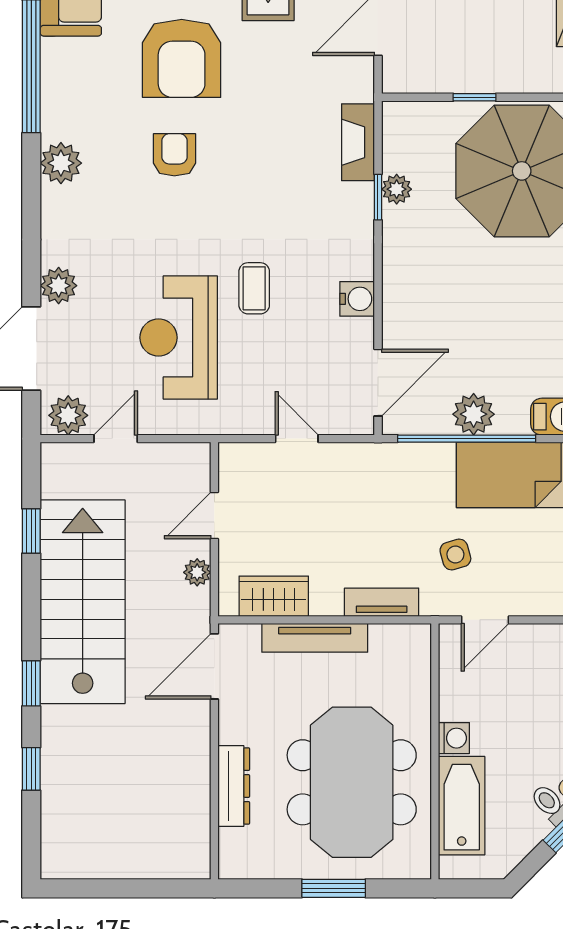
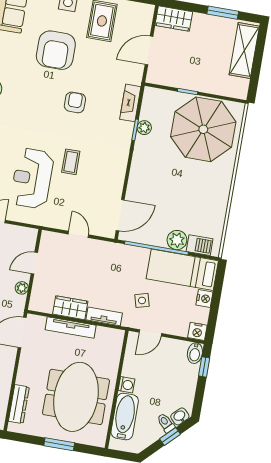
armchair: (174, 155) -> (75, 102), moved
water cooler: (357, 299) -> (117, 175), removed
plant: (474, 414) -> (177, 240), moved
wardrobe: (274, 596) -> (70, 308), moved
dresser: (234, 786) -> (19, 404), moved

